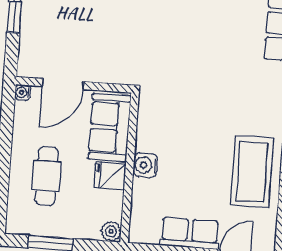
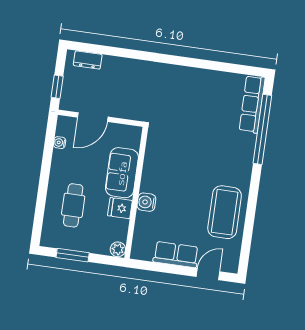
door: (63, 84) -> (93, 117), moved
wall: (74, 85) -> (101, 118), moved

